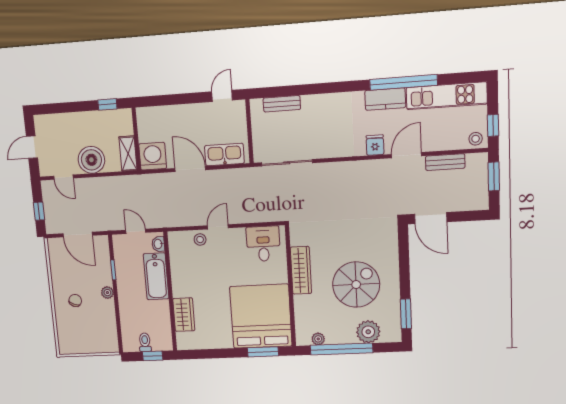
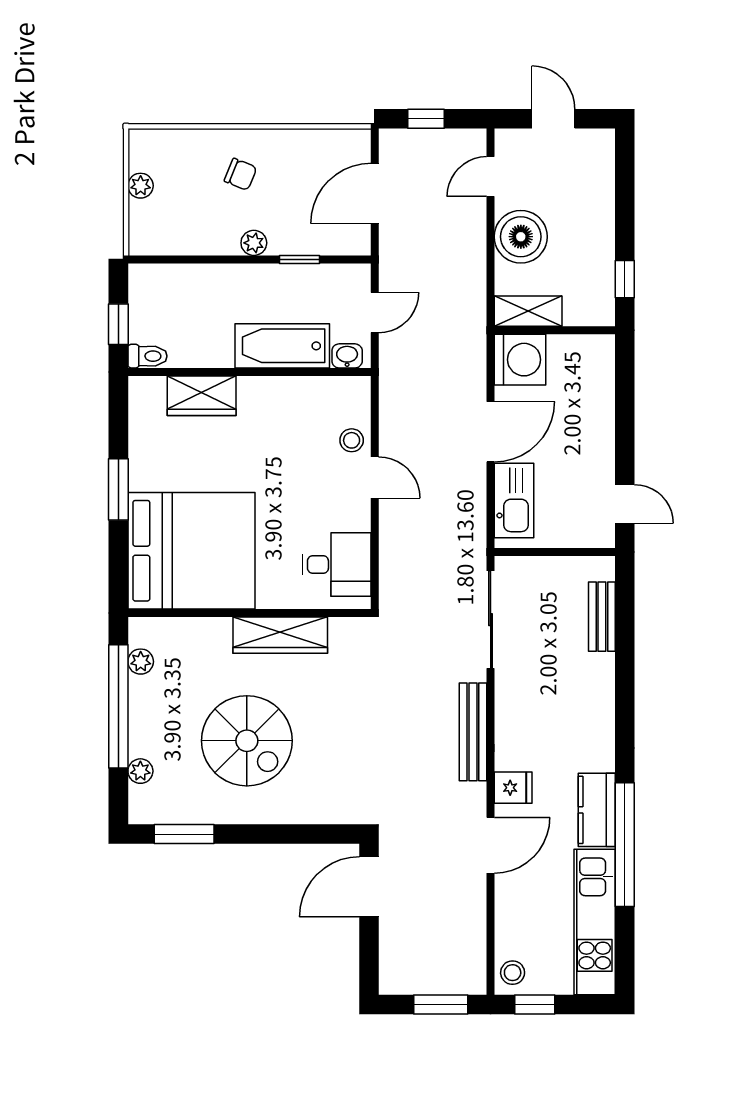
door: (406, 155) -> (491, 845), hinge flipped
bench: (445, 162) -> (473, 732), moved, width x1.36
plant: (368, 332) -> (140, 771), width x0.53, depth x0.53
toilet: (145, 342) -> (147, 356), moved
plant: (86, 348) -> (141, 186), added
window: (263, 352) -> (118, 489), moved

